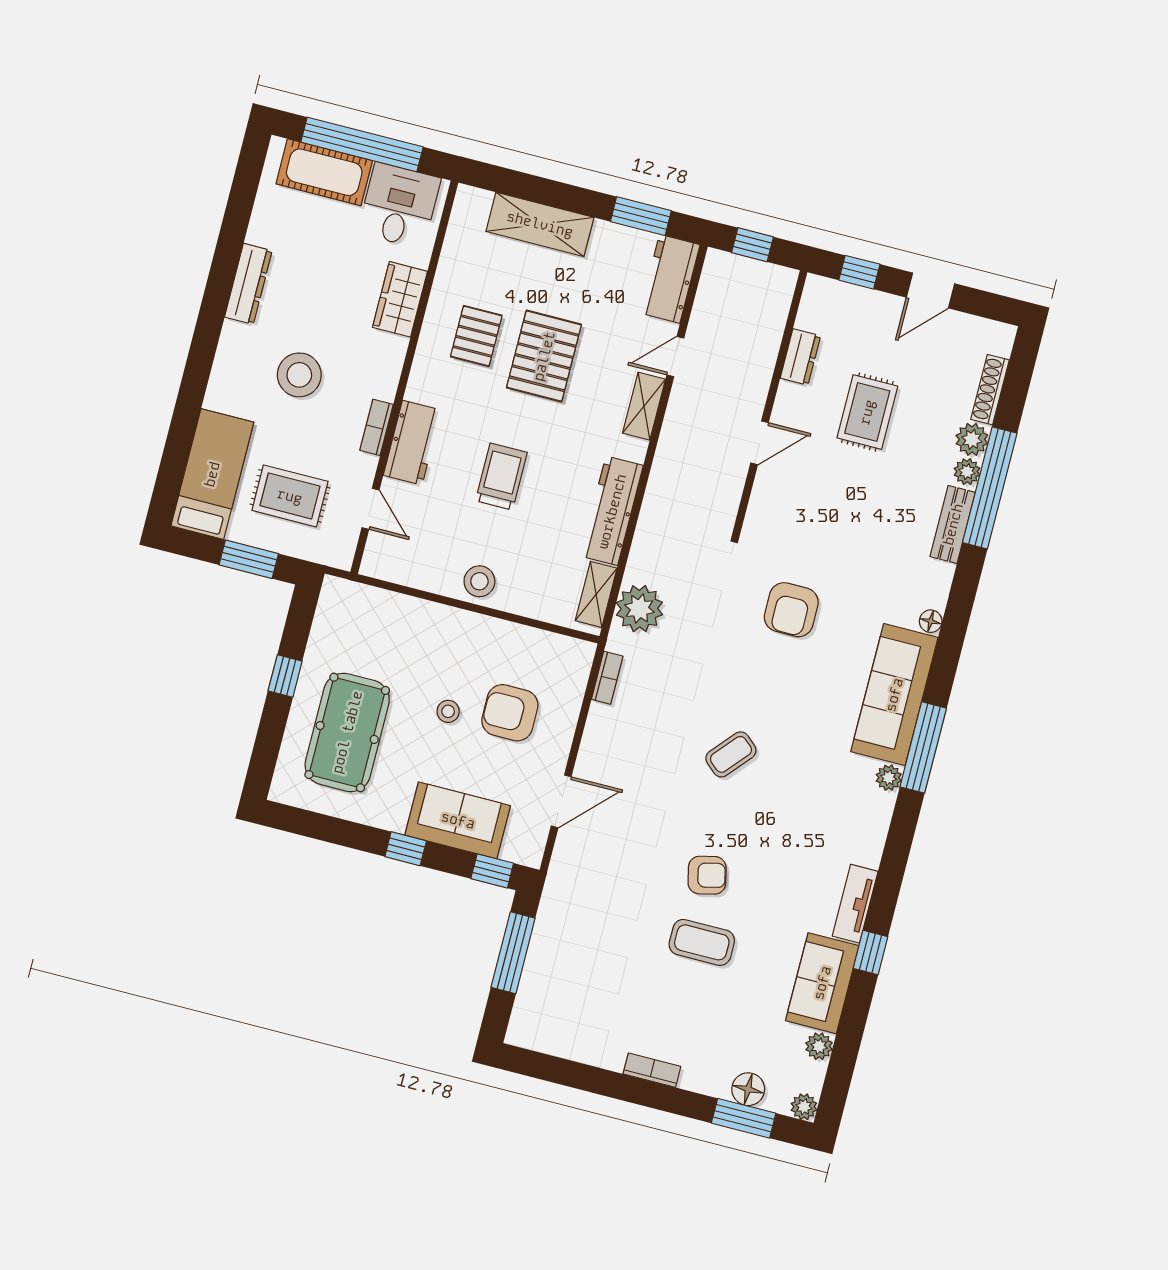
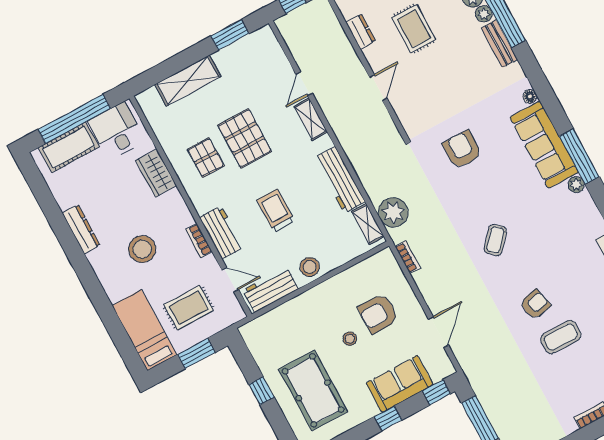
workbench: (670, 279) -> (270, 290), moved, turned 90
armchair: (791, 610) -> (462, 149), turned 180

